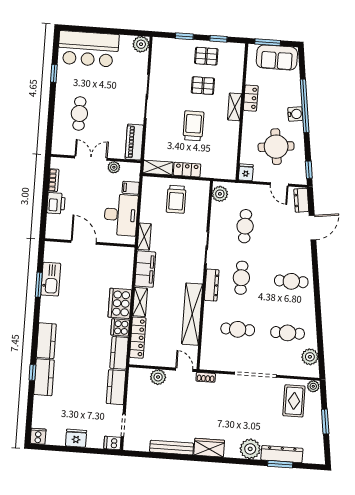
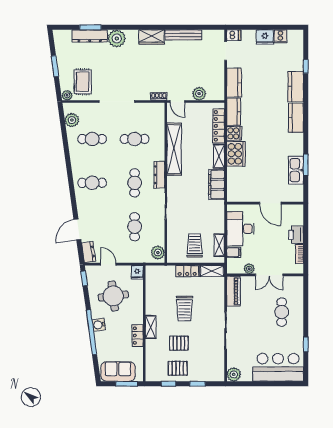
shelving: (144, 237) -> (219, 245), moved
window: (32, 372) -> (306, 66), moved
cooker: (38, 436) -> (280, 36), moved

